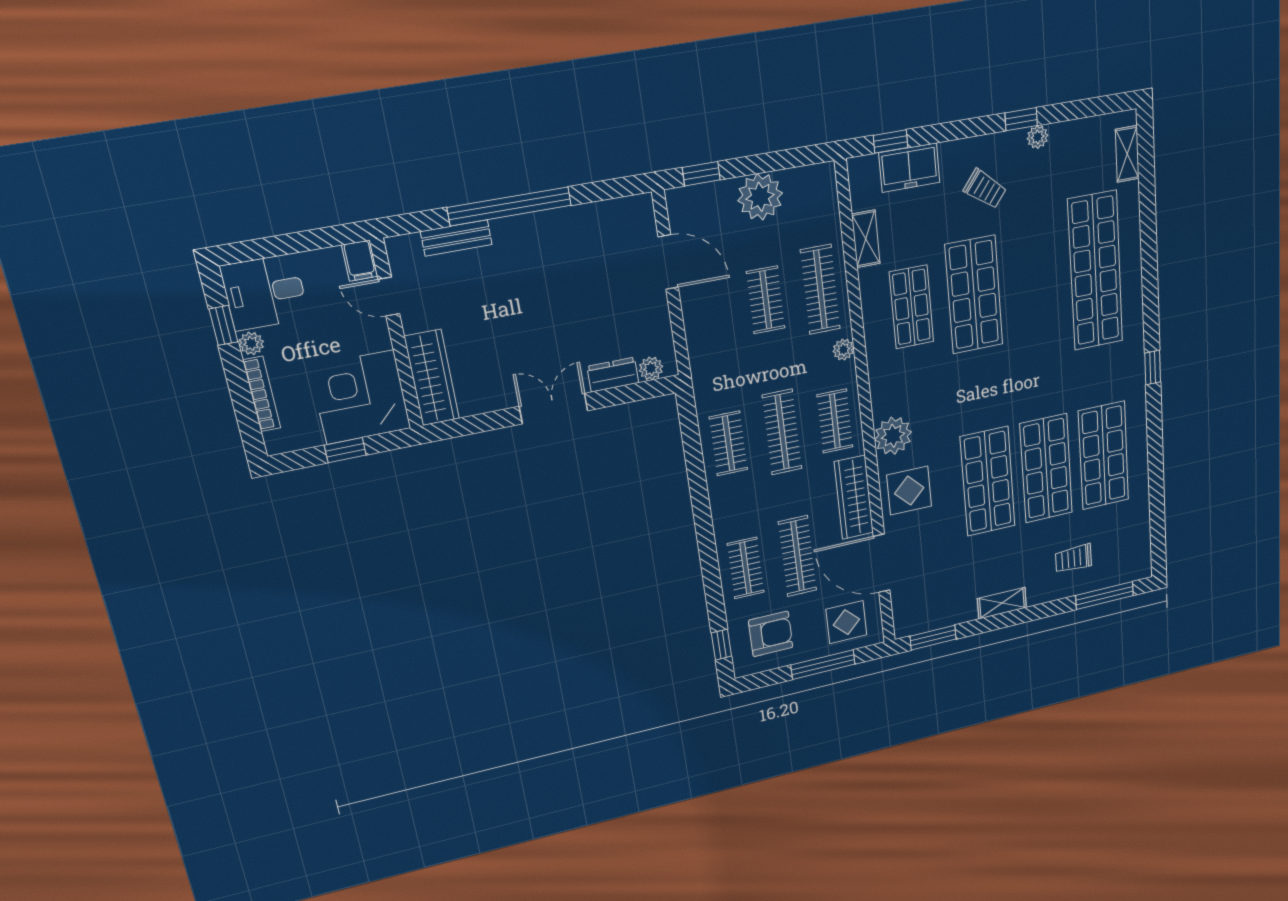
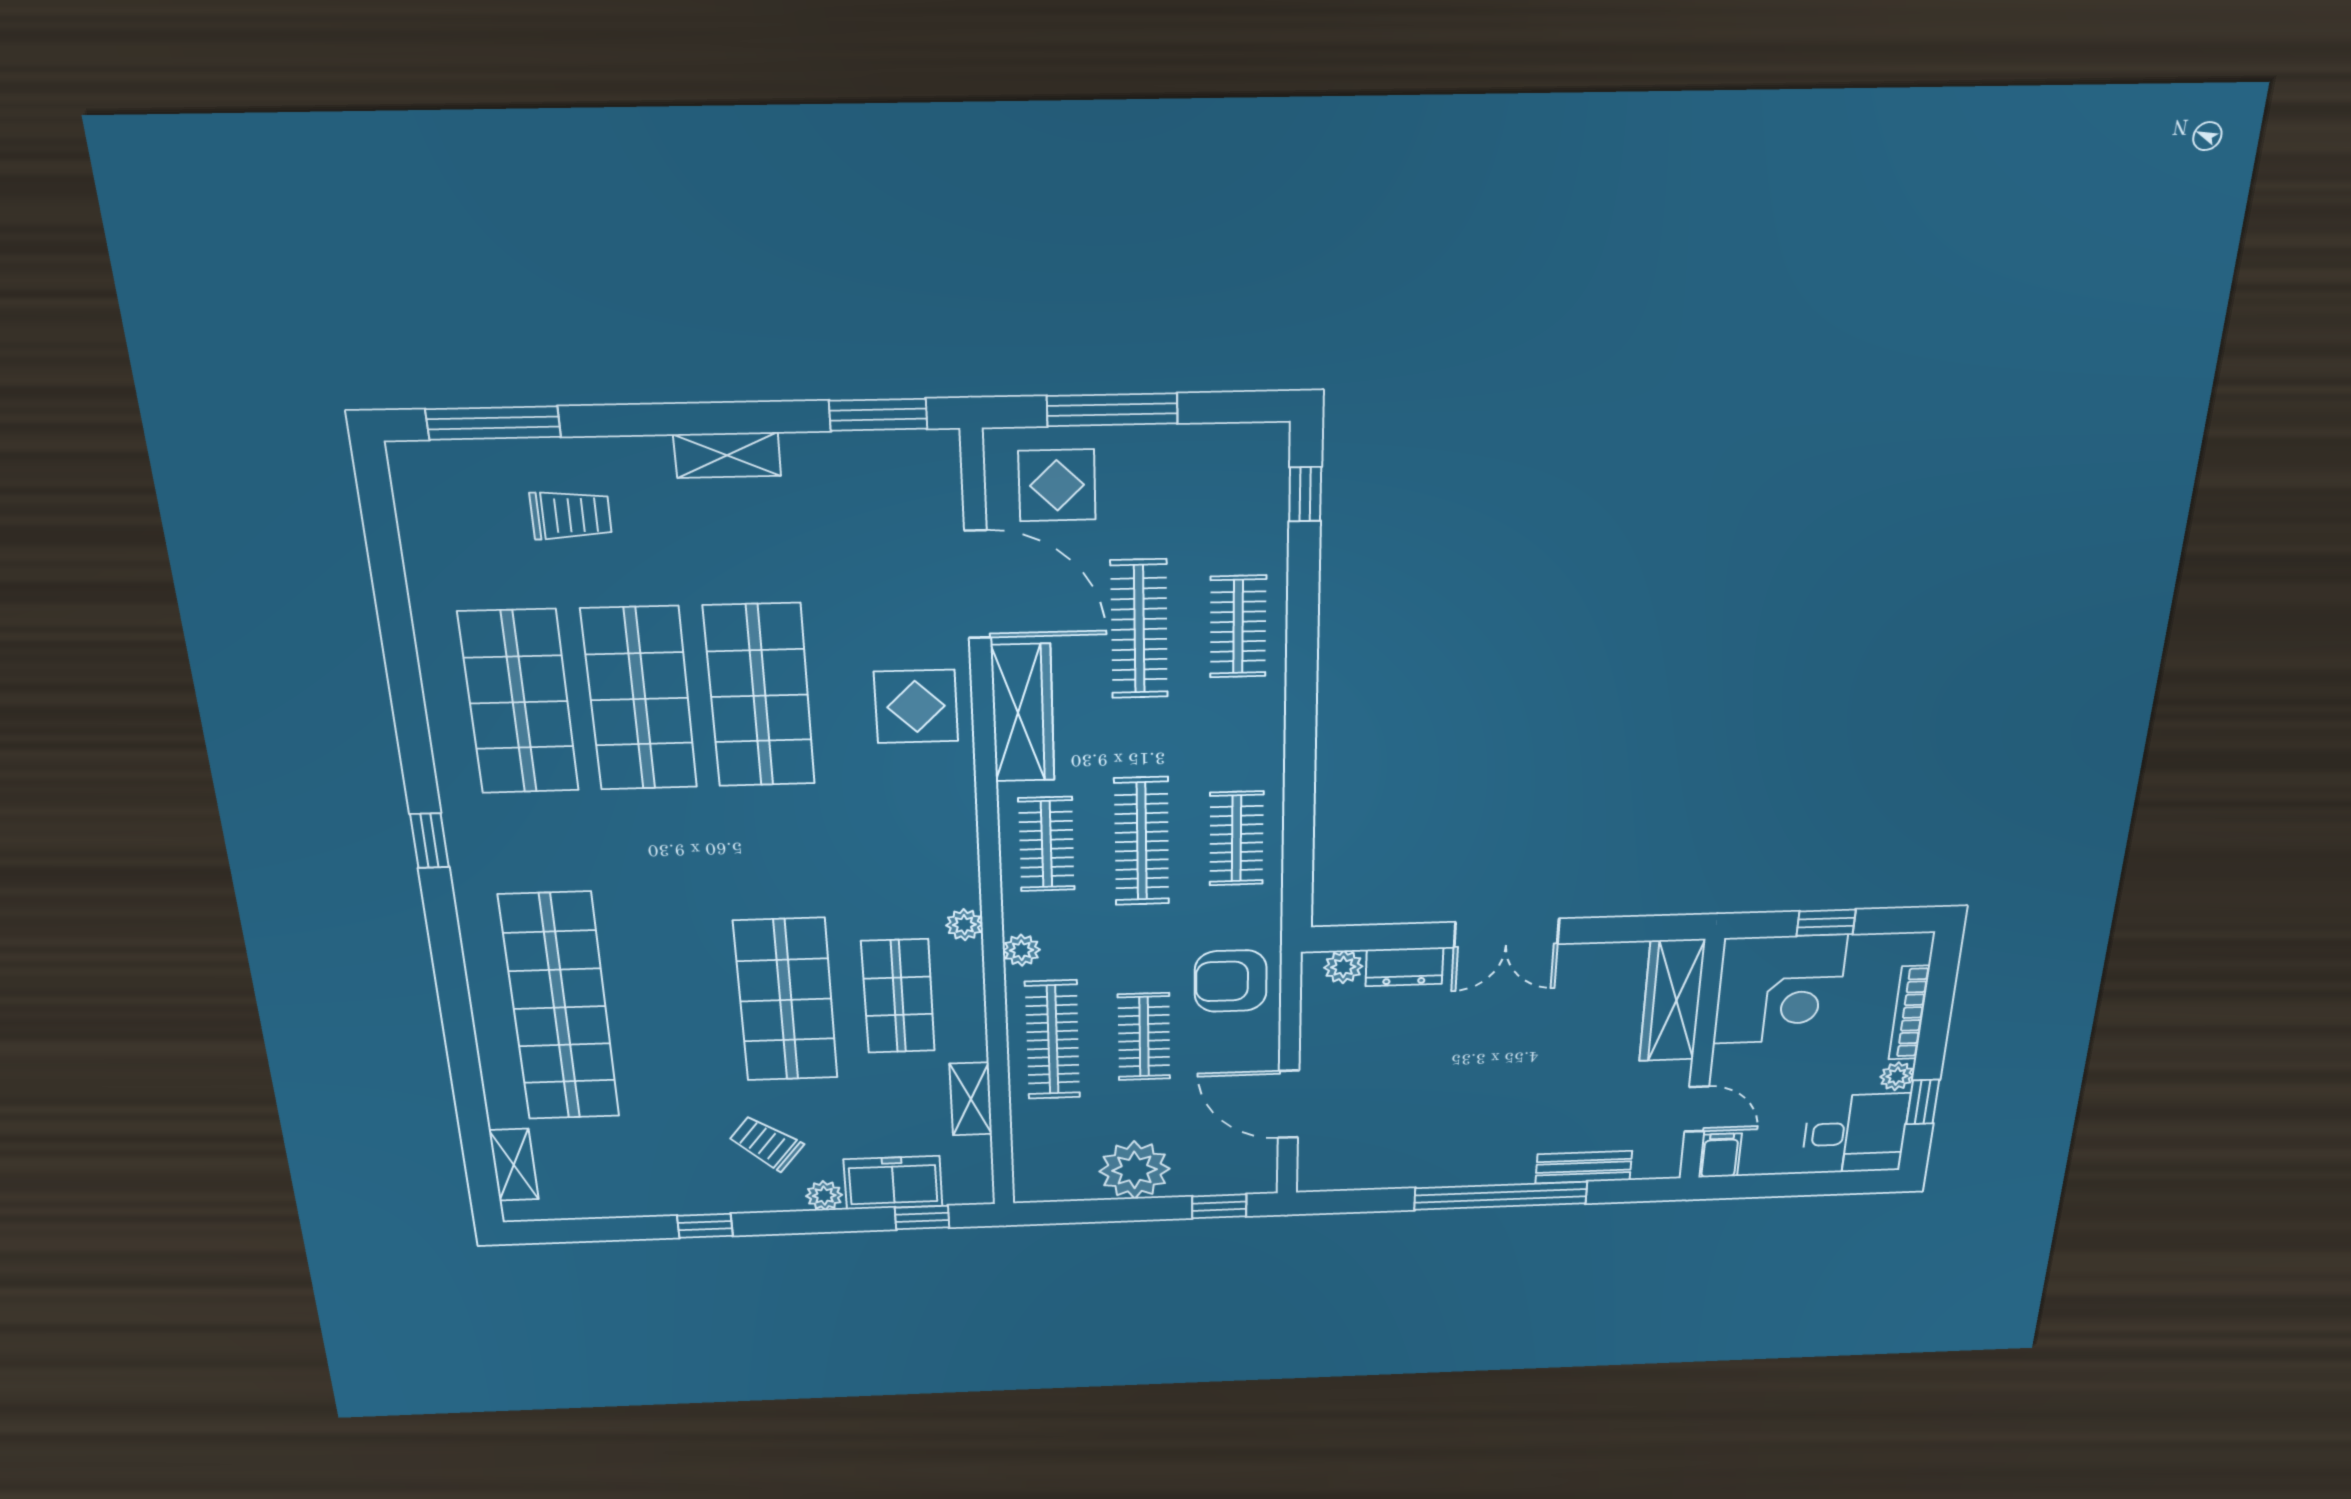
plant: (1038, 137) -> (824, 1196), moved
plant: (893, 436) -> (964, 925), moved, width x0.53, depth x0.53
armchair: (771, 634) -> (1231, 981), moved

